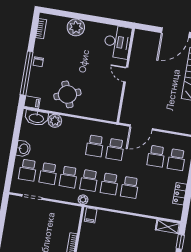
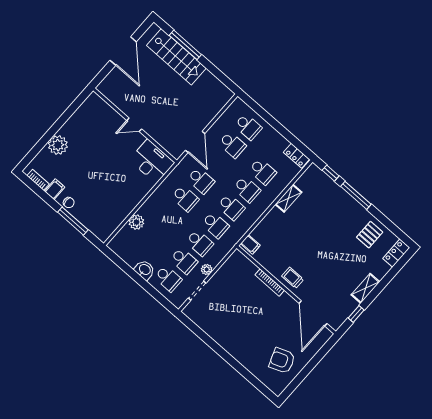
desk: (117, 42) -> (152, 161), moved
window: (27, 73) -> (73, 221), width x0.68
round table: (67, 94) -> (118, 194), removed
filing cabinet: (32, 102) -> (55, 189), moved
washbasin: (36, 118) -> (122, 238), removed
school desk: (150, 191) -> (263, 171), added
locker: (180, 194) -> (296, 156), moved
plant: (83, 200) -> (207, 269), moved
shelving: (168, 227) -> (288, 198), moved

